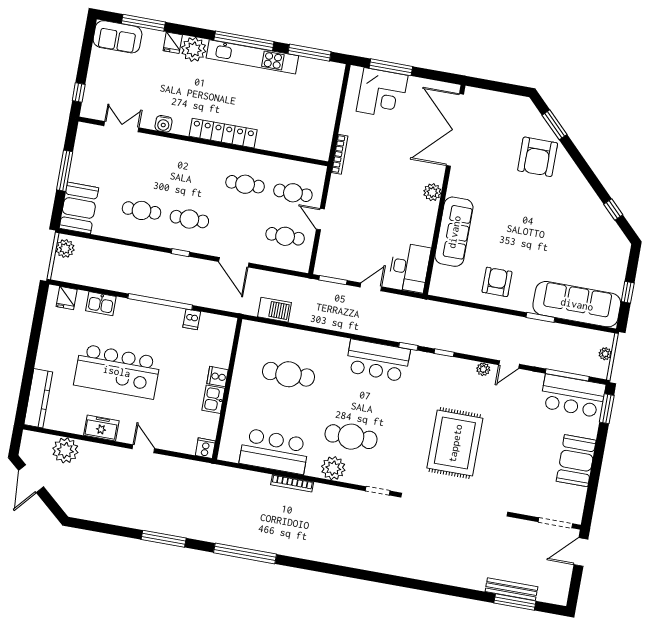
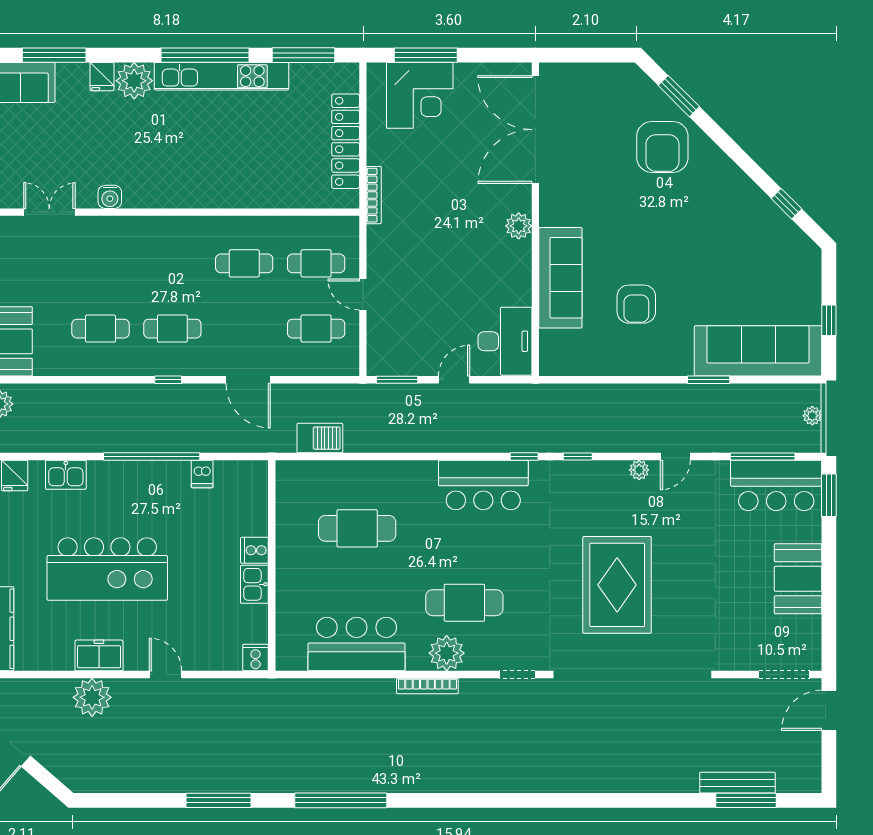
locker: (223, 133) -> (346, 141), moved, turned -90
armchair: (497, 282) -> (636, 304), moved, turned 180
plant: (65, 450) -> (92, 697), moved
bookcase: (292, 483) -> (427, 686), moved

